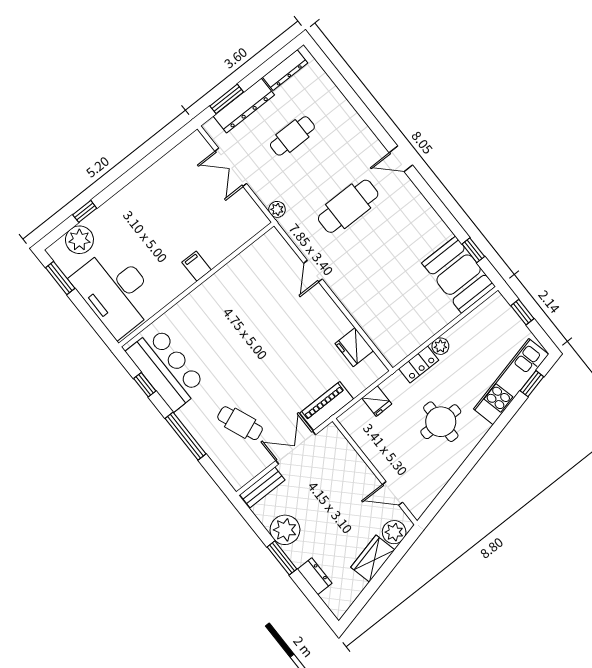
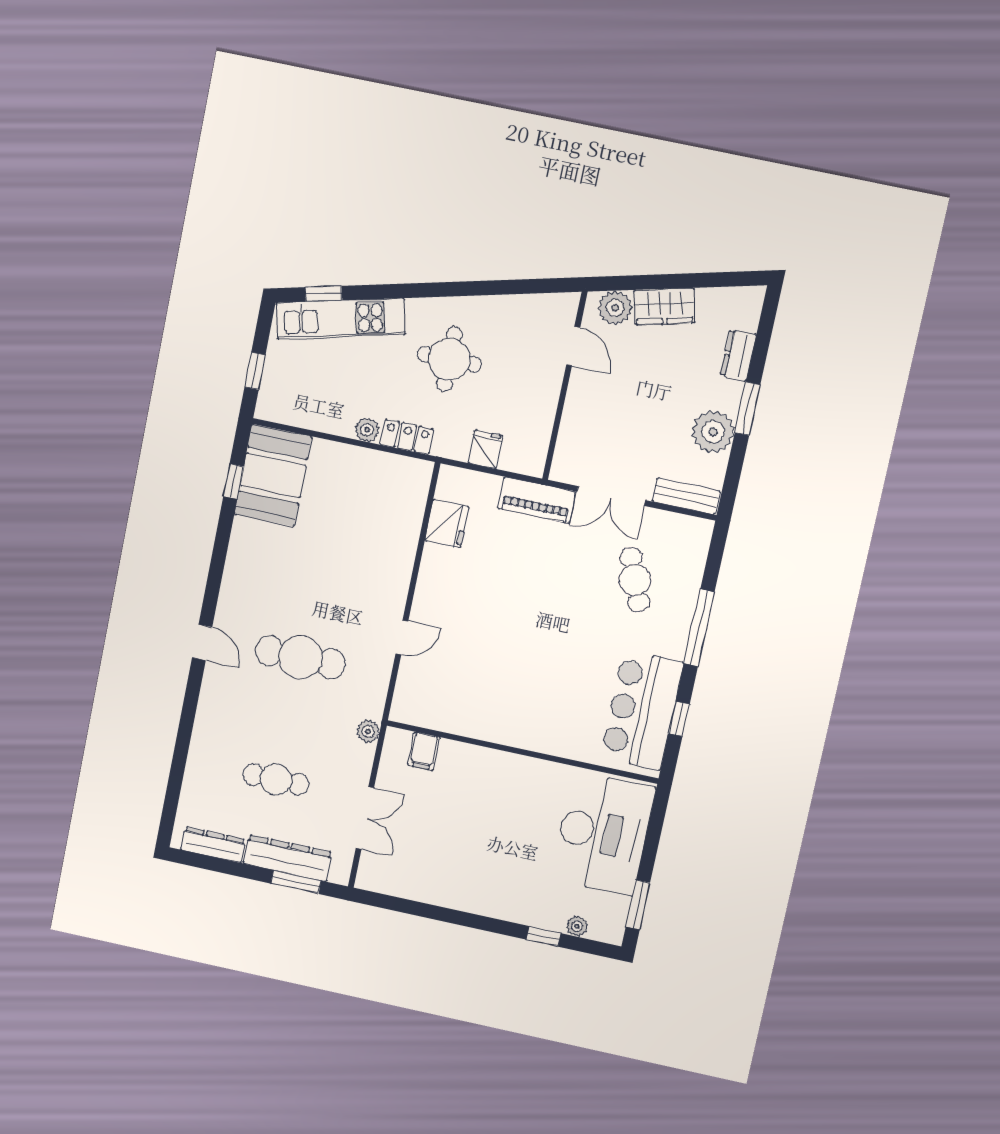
plant: (79, 240) -> (577, 926), width x0.53, depth x0.53
filing cabinet: (197, 266) -> (424, 751), moved

